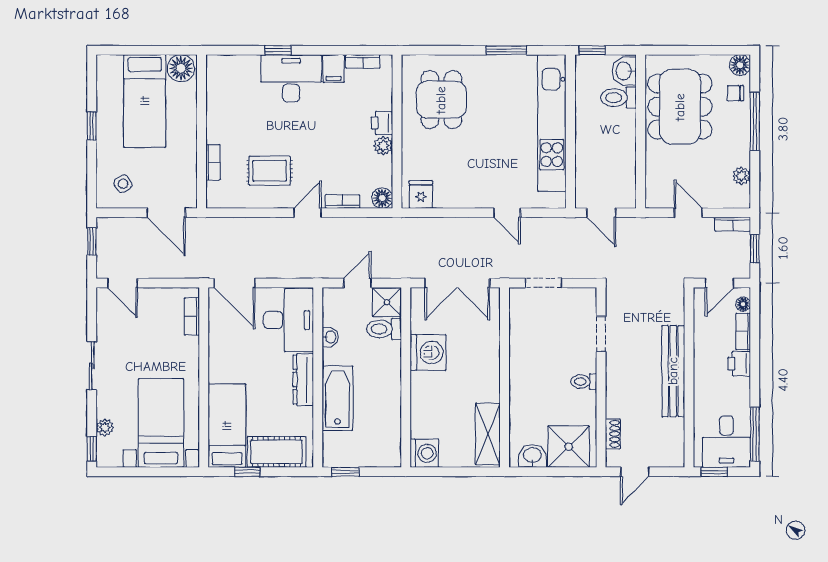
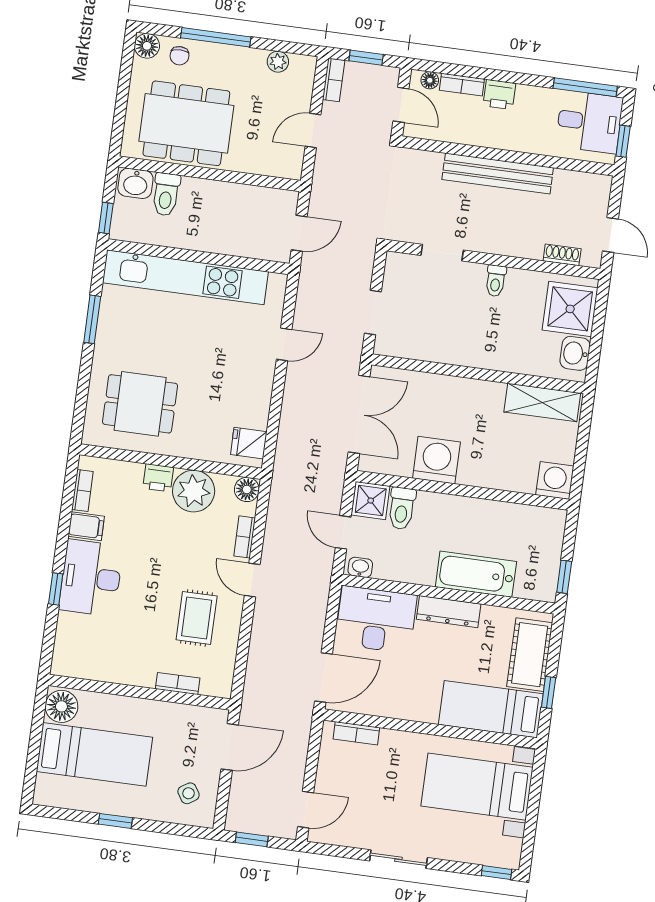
plant: (383, 146) -> (194, 491), width x1.87, depth x1.87
washbasin: (330, 337) -> (360, 567), moved
plant: (105, 428) -> (474, 854), removed

